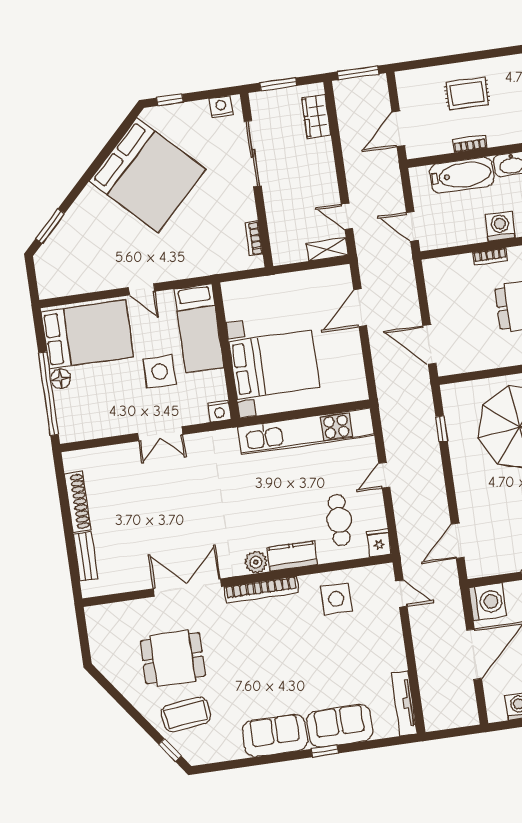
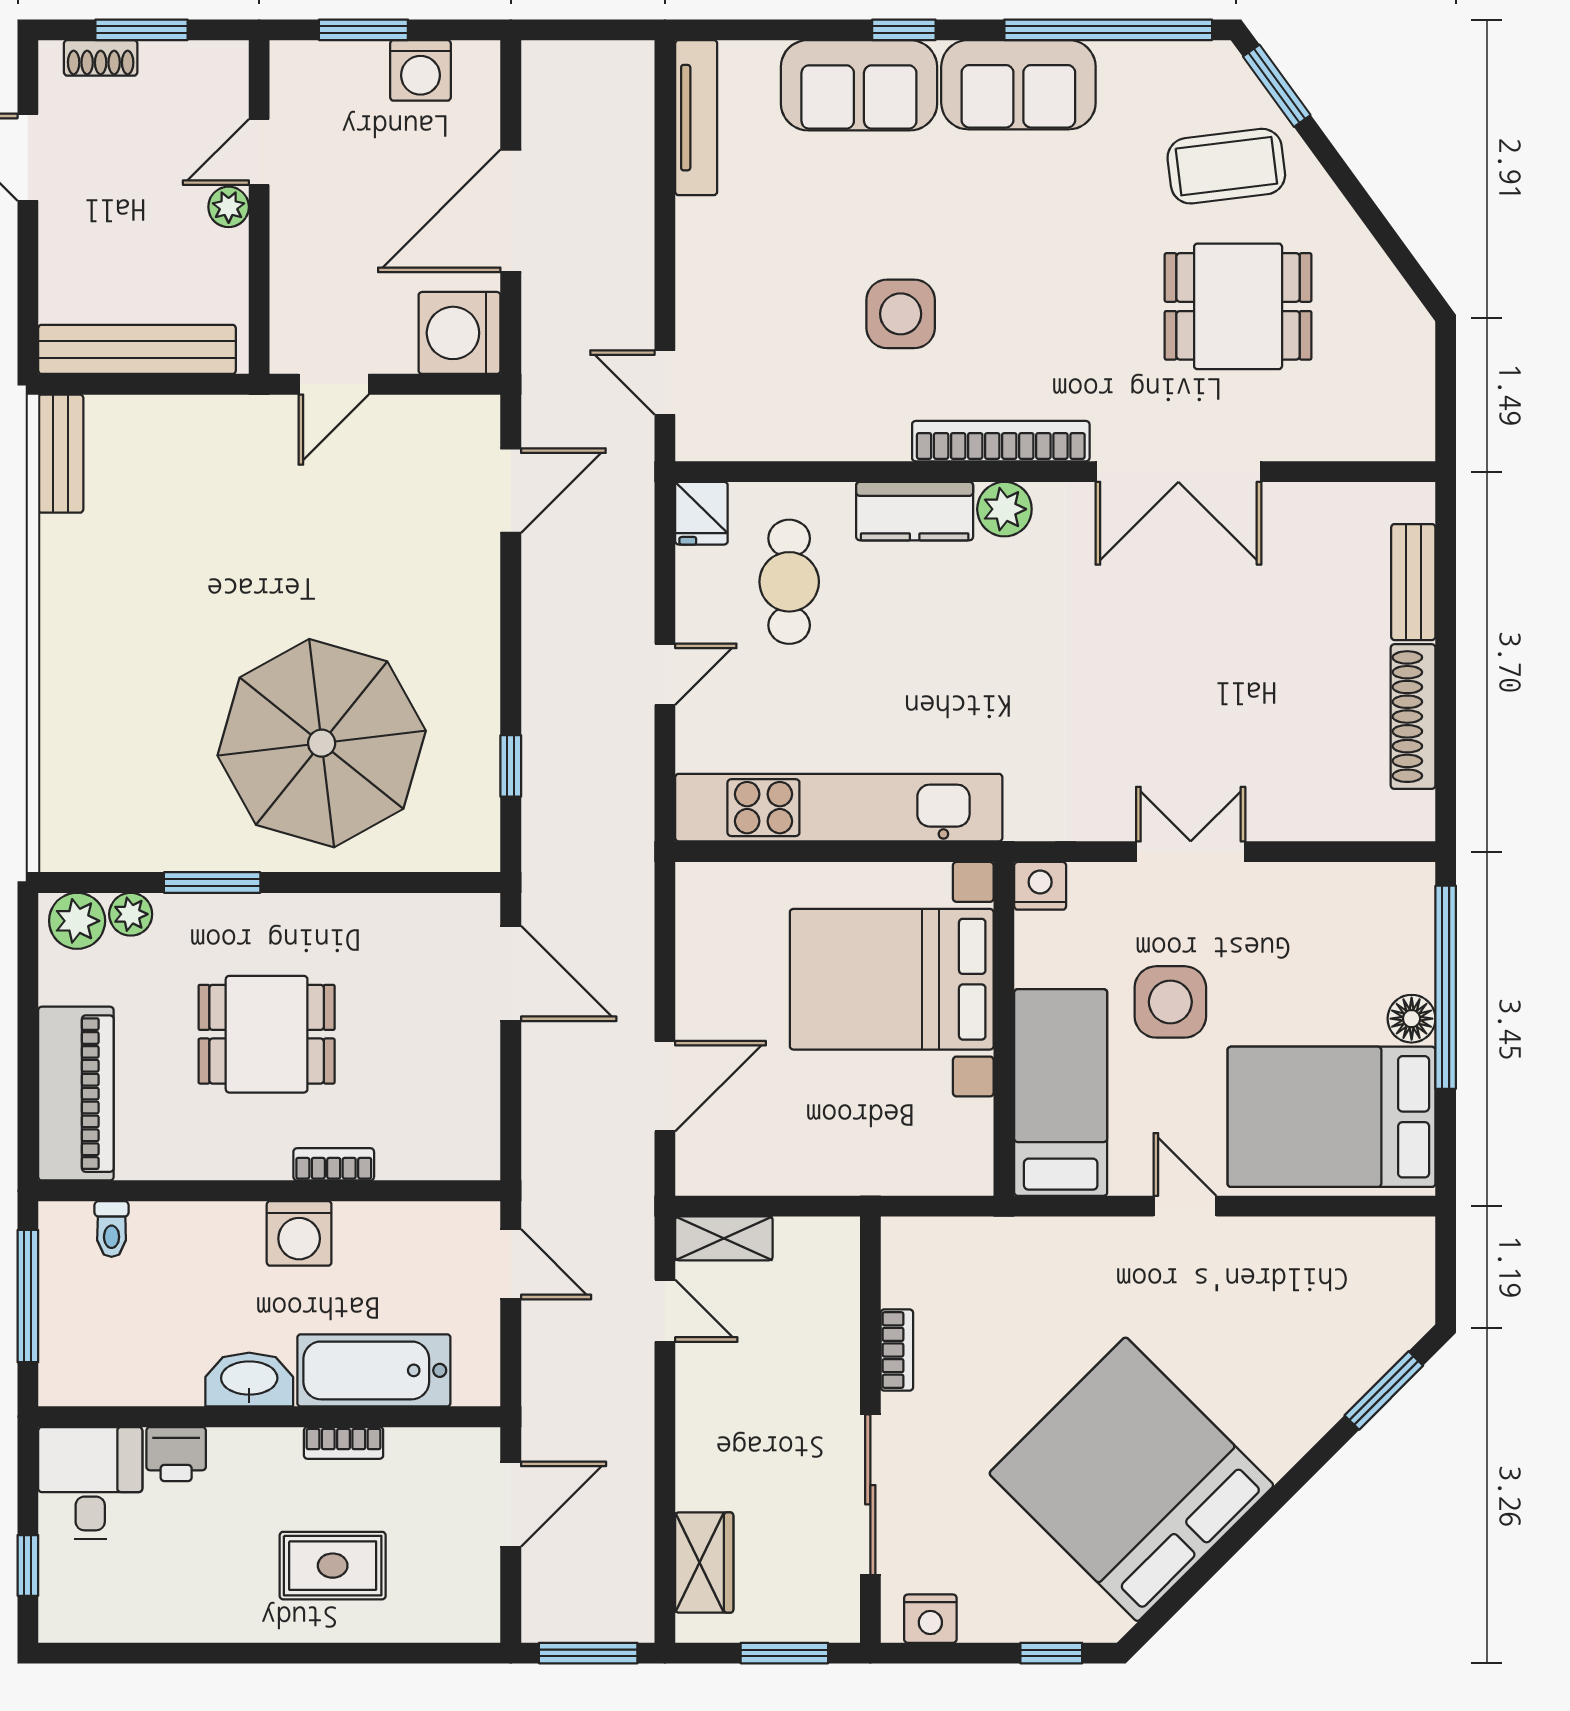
bookcase: (254, 239) -> (897, 1350), moved
side table: (336, 599) -> (901, 314), moved
window: (170, 750) -> (1277, 86), width x1.50
window: (242, 763) -> (1108, 30), added

